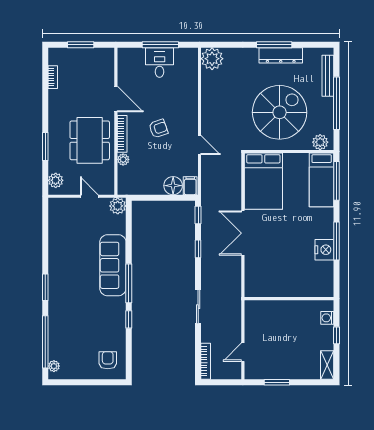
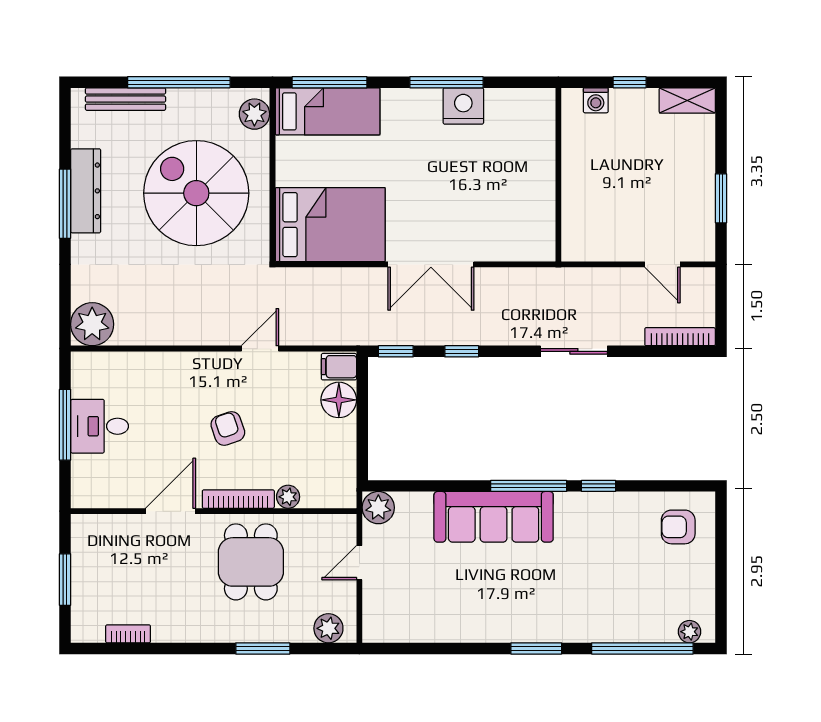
dining table: (90, 140) -> (251, 562), width x0.73

